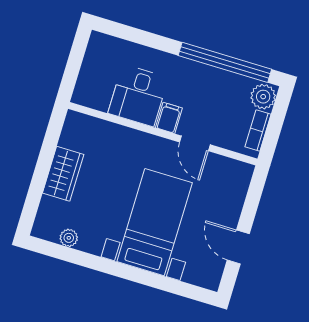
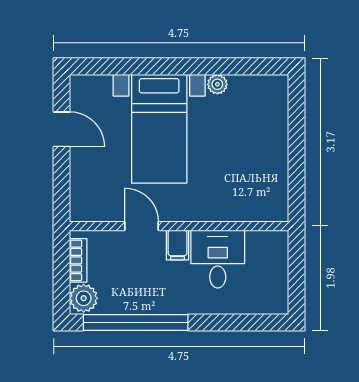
wardrobe: (63, 174) -> (273, 151), removed
plant: (69, 238) -> (217, 84), moved

